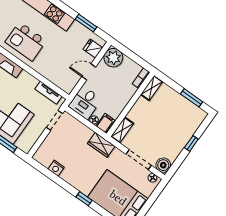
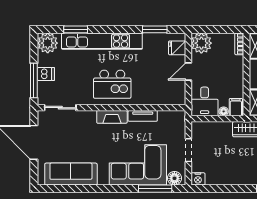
tv unit: (48, 93) -> (143, 116), moved
doorway: (54, 120) -> (188, 150), moved
floor lamp: (23, 144) -> (174, 178), added
nightstand: (56, 168) -> (198, 179), moved

